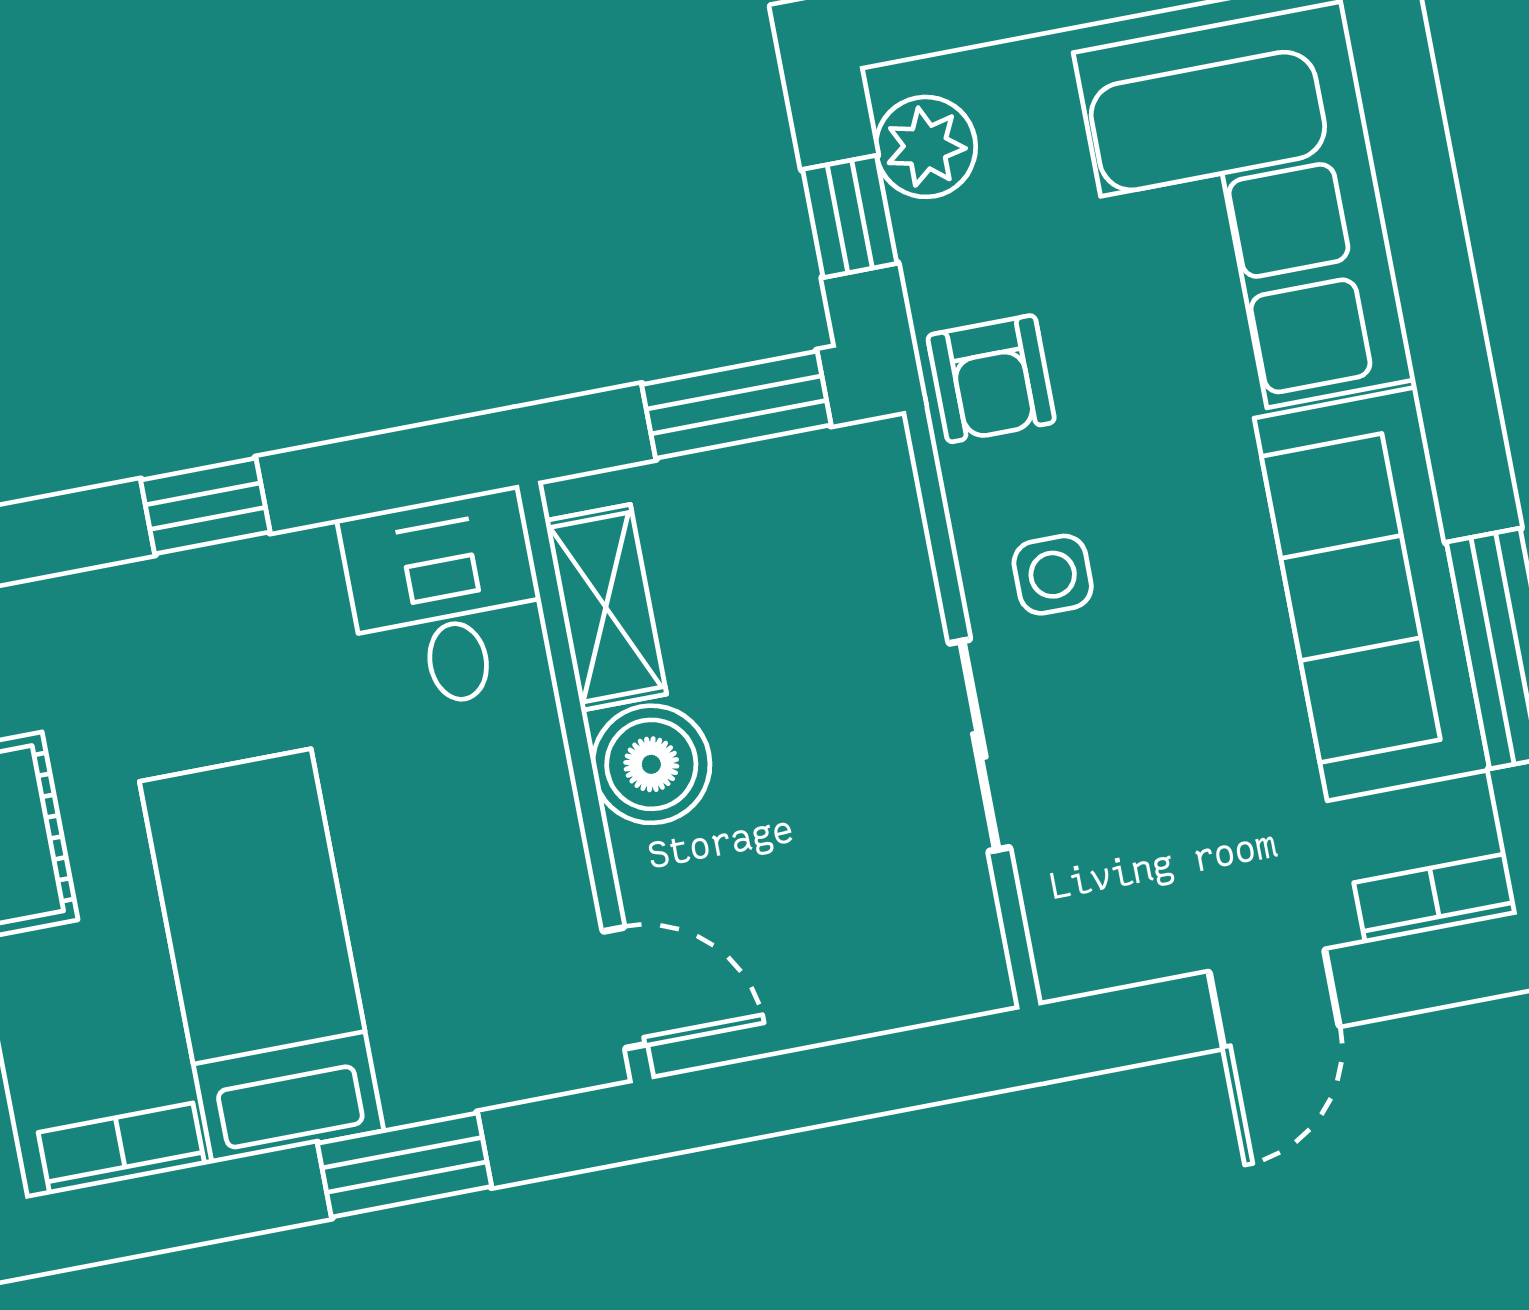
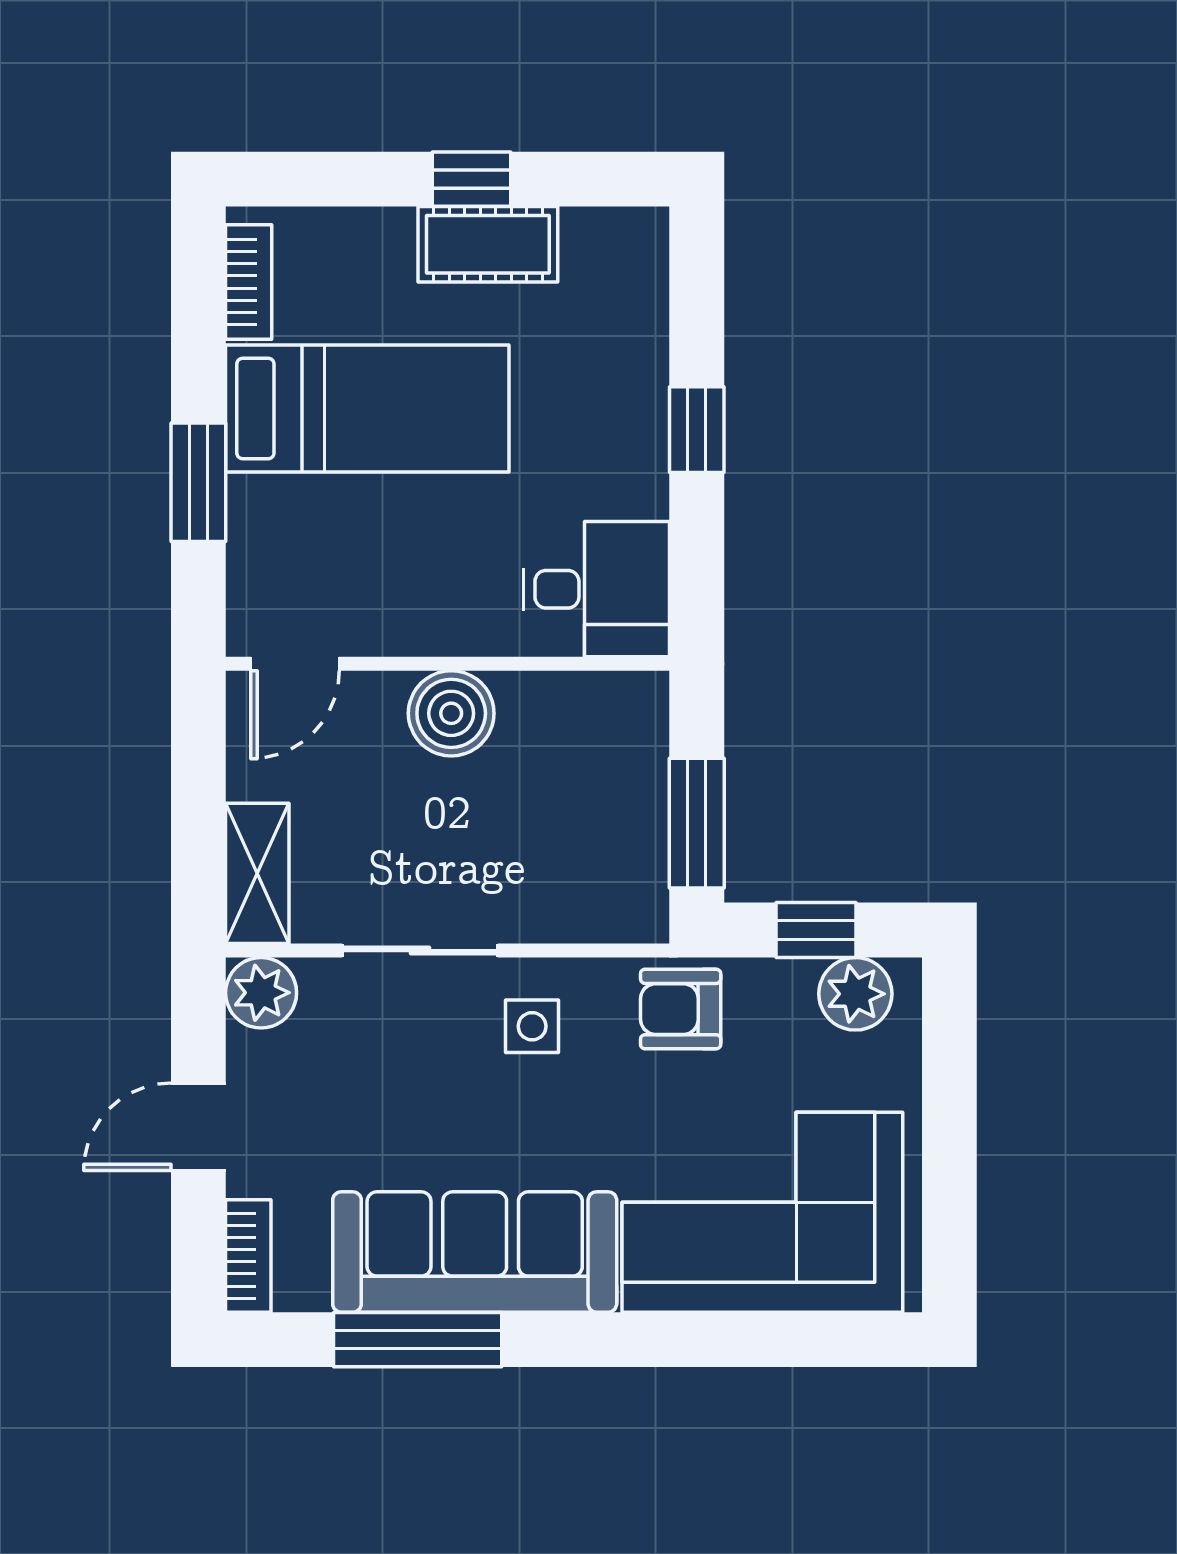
shelving: (606, 607) -> (257, 873), moved, turned 90
plant: (1077, 949) -> (261, 993), added
door: (1274, 999) -> (198, 1127), hinge flipped

